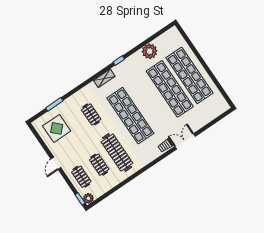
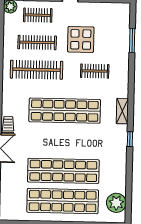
plant: (150, 51) -> (116, 203), moved
display table: (57, 128) -> (81, 39), moved
clothes rail: (99, 165) -> (37, 42), width x1.36

